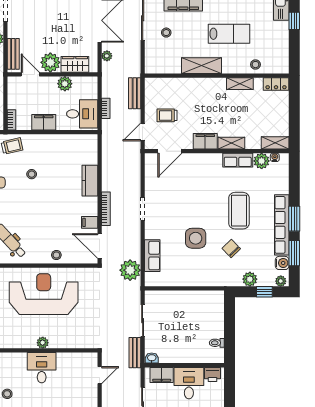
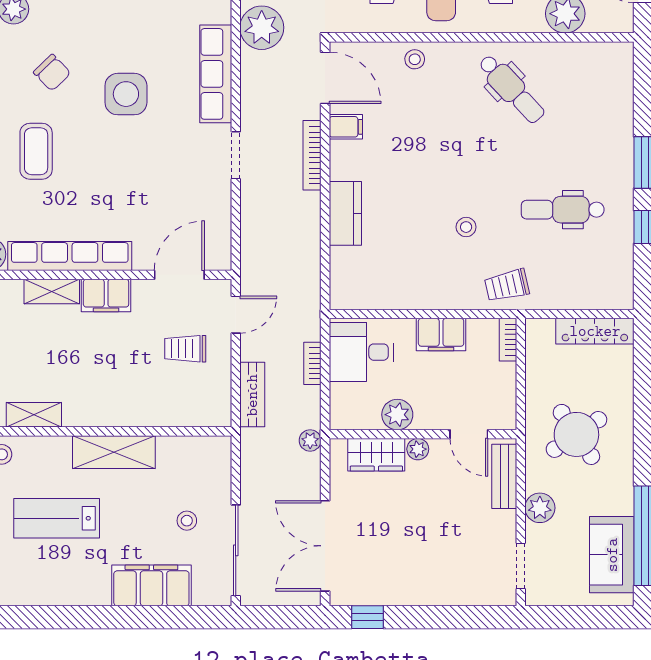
plant: (107, 56) -> (310, 440), moved
plant: (50, 62) -> (418, 449), width x0.53, depth x0.53
trolley: (167, 115) -> (185, 349), turned 180
row of seats: (238, 160) -> (70, 256), width x2.02
coffee table: (239, 211) -> (36, 151), width x0.73, depth x0.76
row of seats: (152, 256) -> (216, 74), width x1.48

